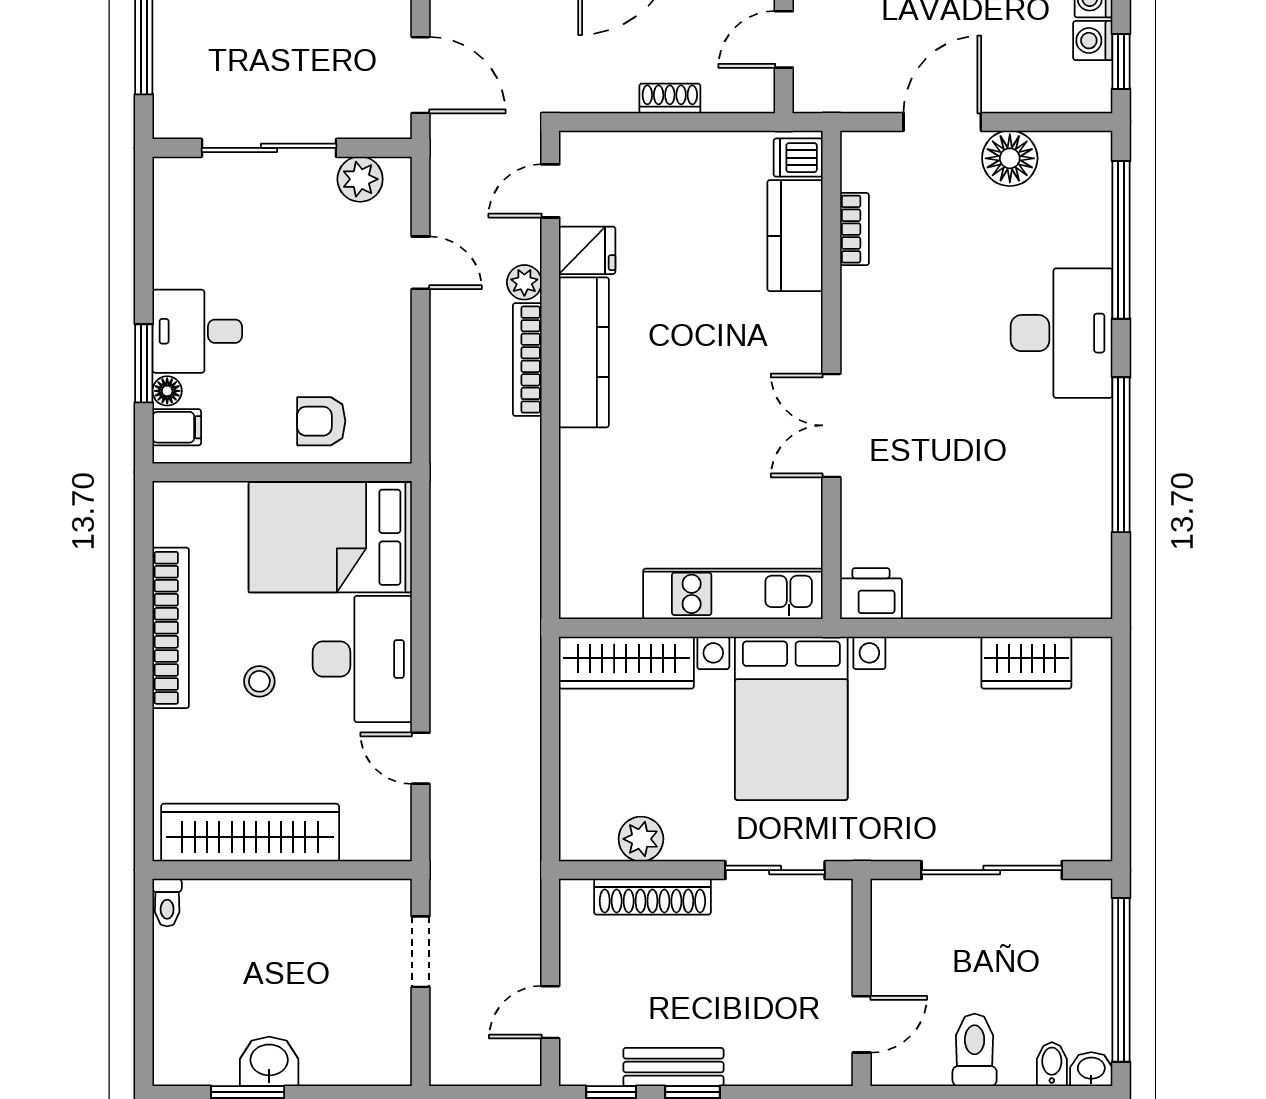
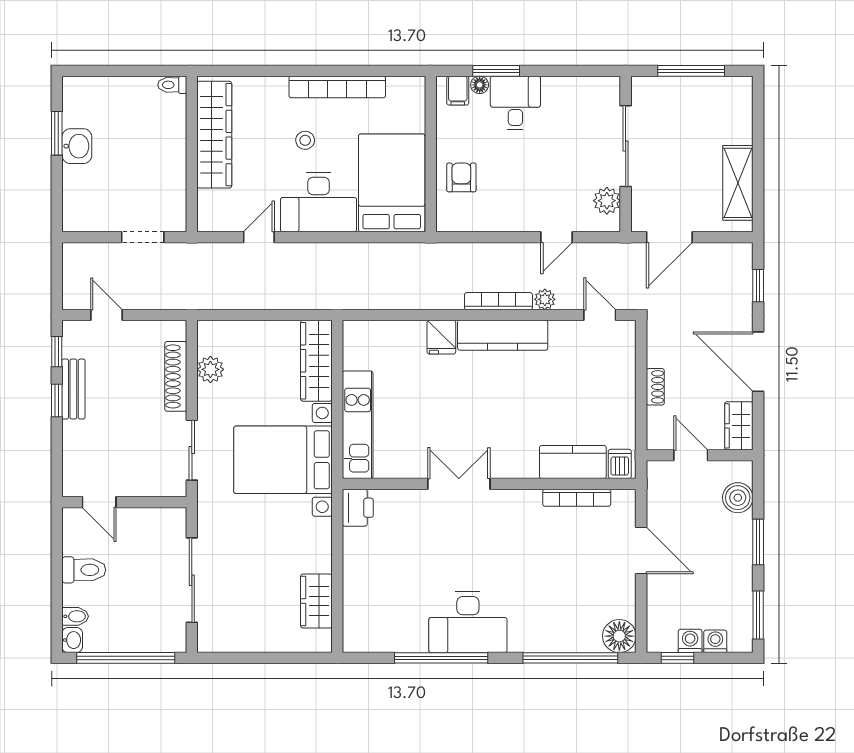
floor lamp: (1010, 158) -> (619, 636), moved
bookcase: (854, 229) -> (577, 498), width x1.56
fridge: (587, 250) -> (441, 337), moved
desk: (1062, 333) -> (468, 622), moved

